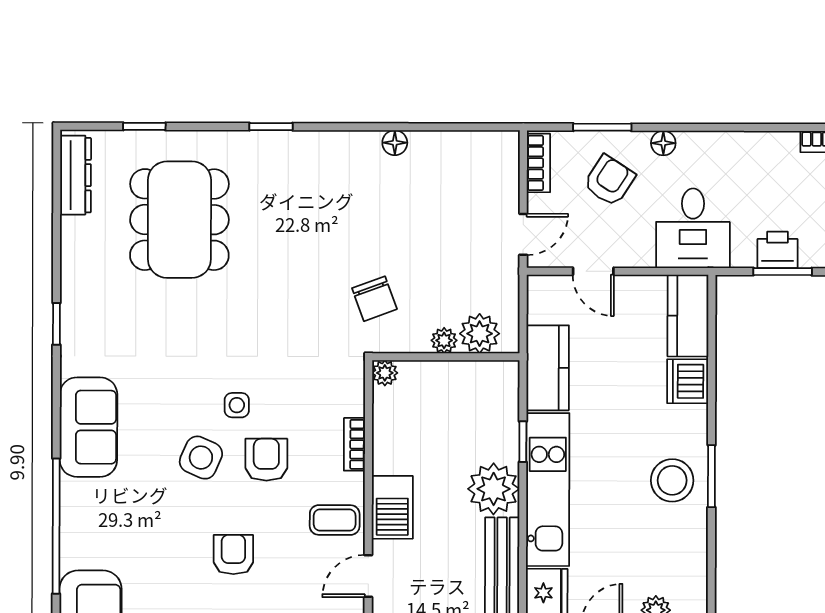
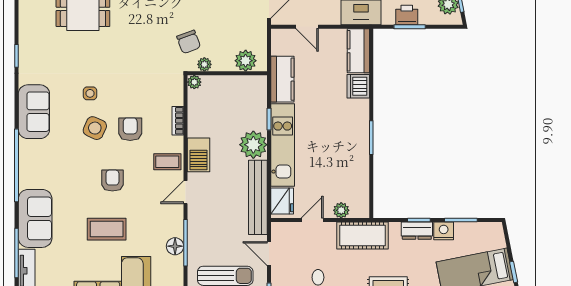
plant: (444, 340) -> (204, 64), moved
side table: (237, 405) -> (90, 93), moved
stool: (672, 480) -> (350, 140), removed

